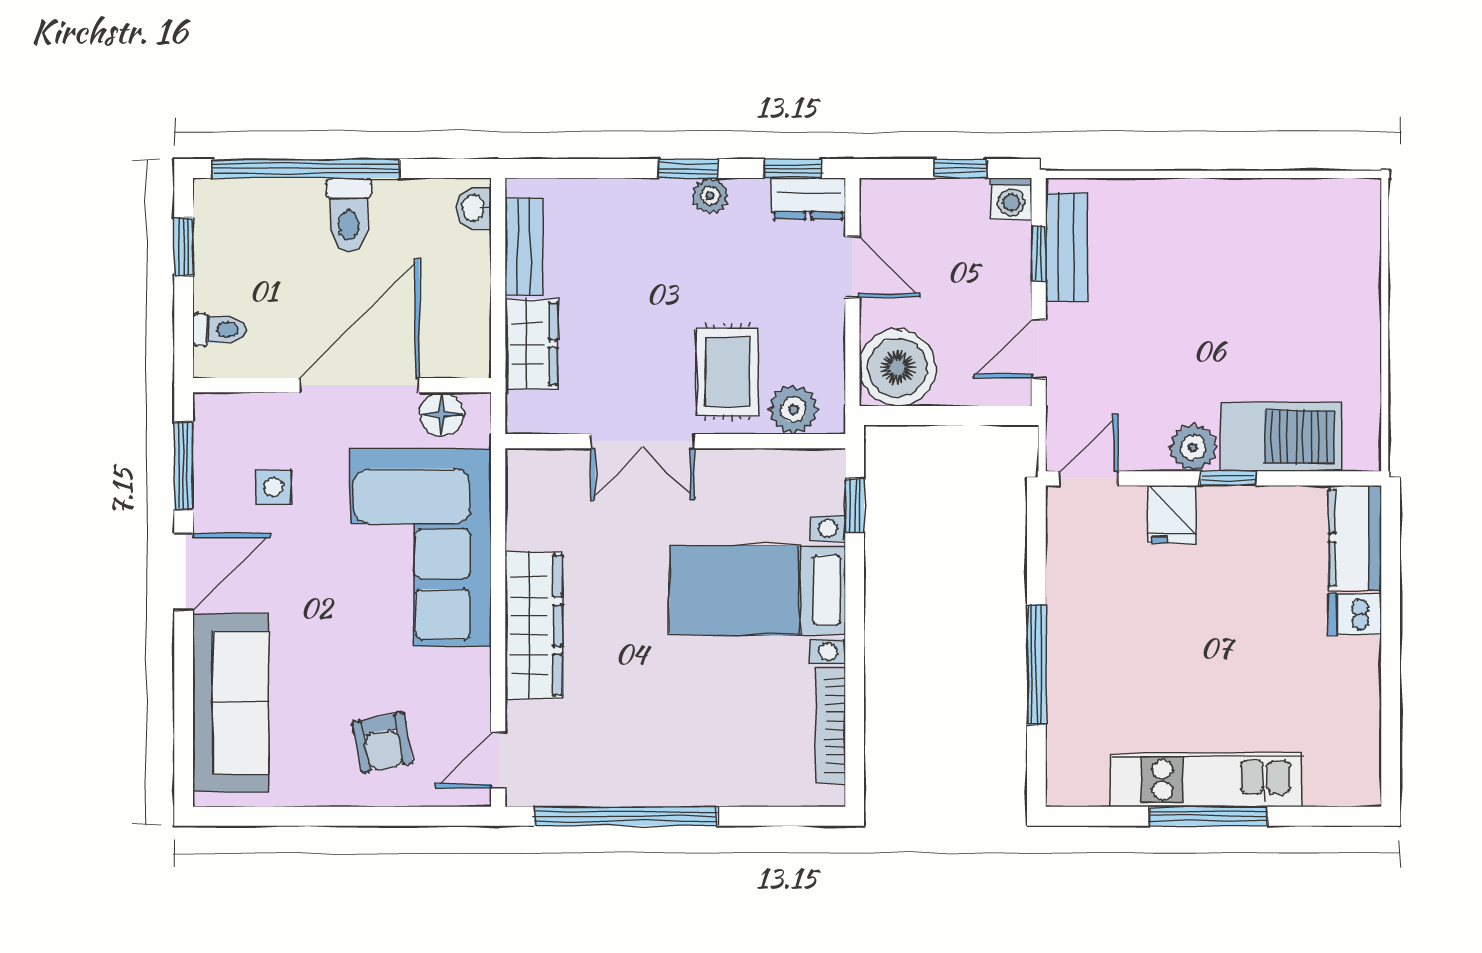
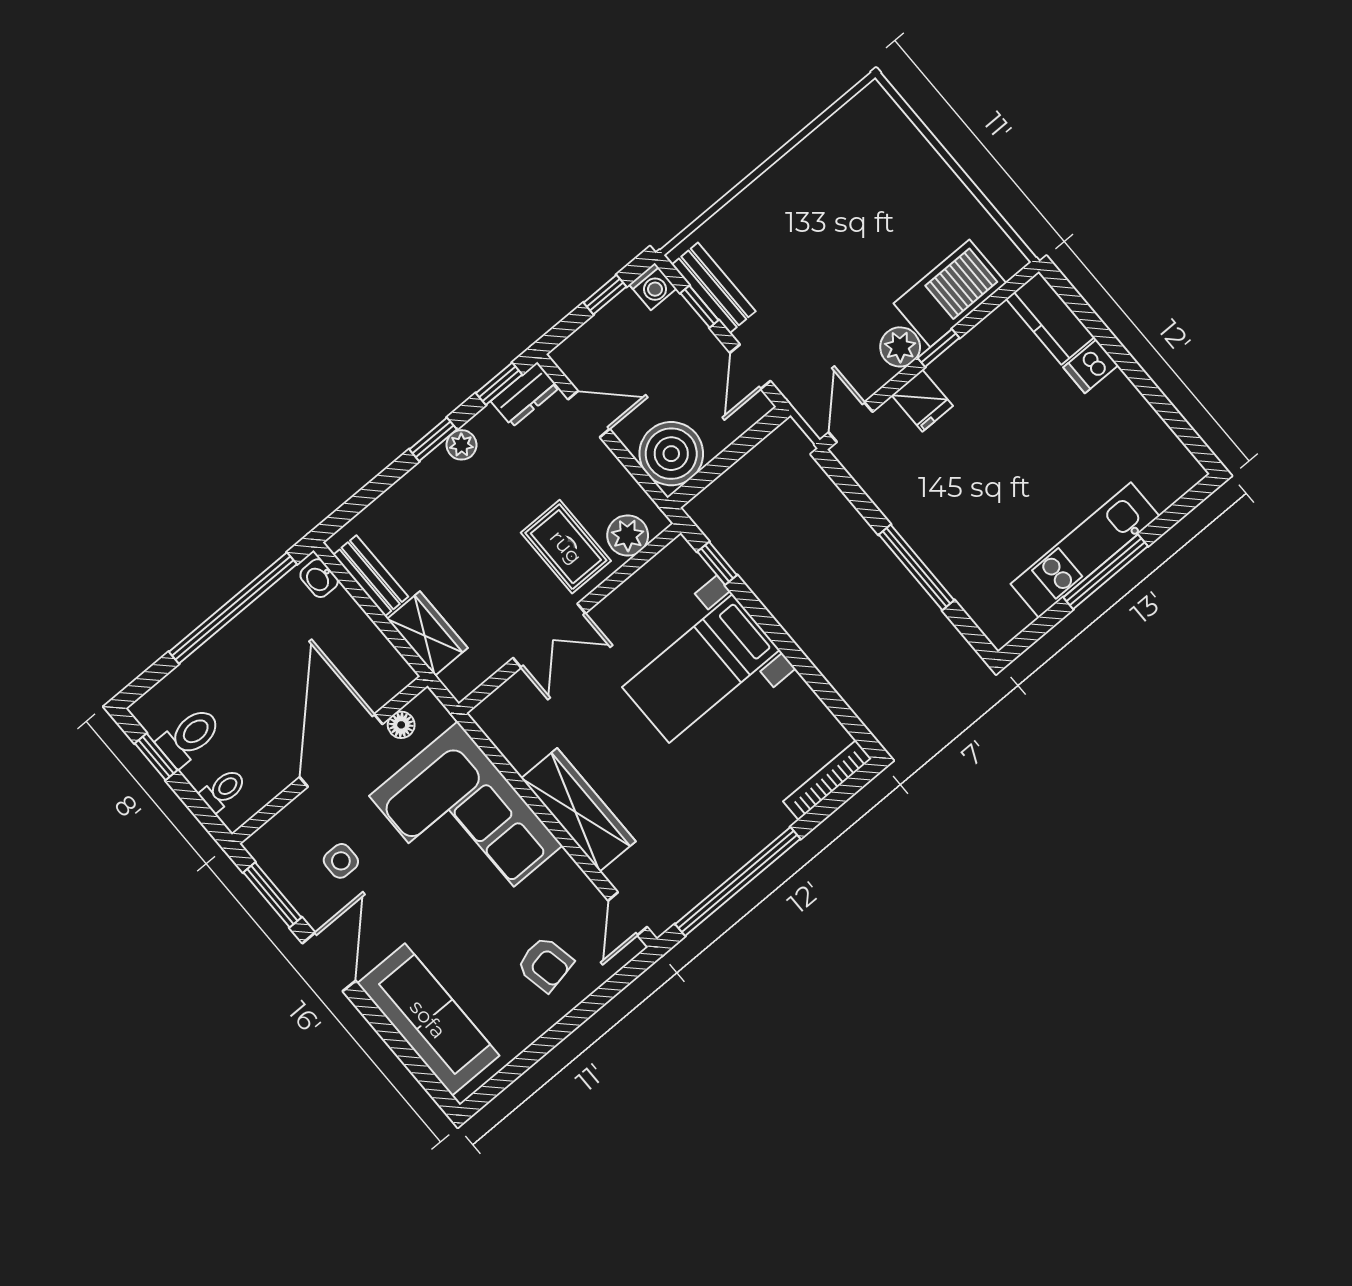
window: (306, 168) -> (233, 608), moved
toilet: (349, 215) -> (189, 737), moved, turned -90
floor lamp: (442, 414) -> (401, 725), width x0.73, depth x0.73
bookcase: (831, 726) -> (827, 780), moved, turned 90

